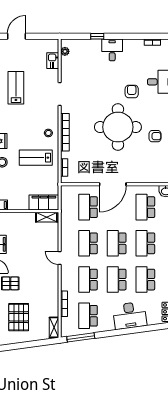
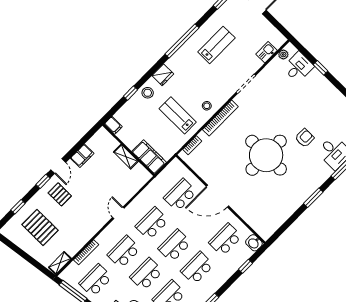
desk: (112, 50) -> (298, 67), moved
armchair: (155, 136) -> (288, 191), removed
shelving: (47, 217) -> (126, 157), moved
pallet: (19, 317) -> (40, 227), turned 90

